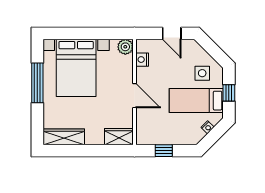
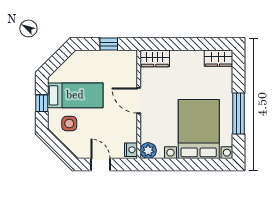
nightstand: (142, 60) -> (131, 150), moved
nightstand: (208, 127) -> (64, 68), removed
wardrobe: (64, 137) -> (218, 58), width x0.67

